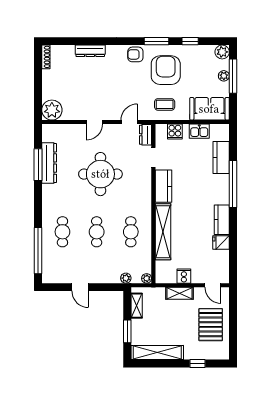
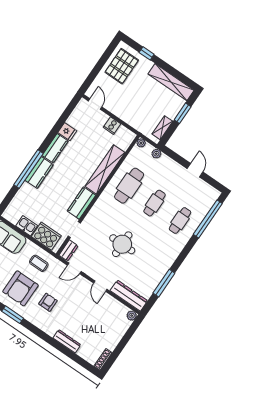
armchair: (135, 54) -> (48, 302), moved, turned -90
plant: (52, 110) -> (132, 316), width x0.53, depth x0.53
door: (94, 122) -> (100, 286), swing flipped
cooker: (175, 132) -> (46, 236), width x1.87, depth x1.31
kitchen counter: (221, 158) -> (39, 172), moved
dresser: (49, 163) -> (129, 296), moved, turned 90
round table: (100, 174) -> (122, 244), width x0.73, depth x0.73
cafe table: (131, 232) -> (129, 186), width x1.37, depth x1.35
shelving: (180, 293) -> (124, 115), removed
pallet: (211, 325) -> (122, 66), moved

